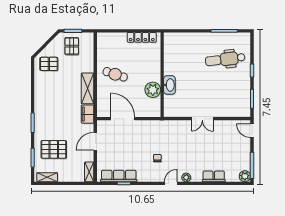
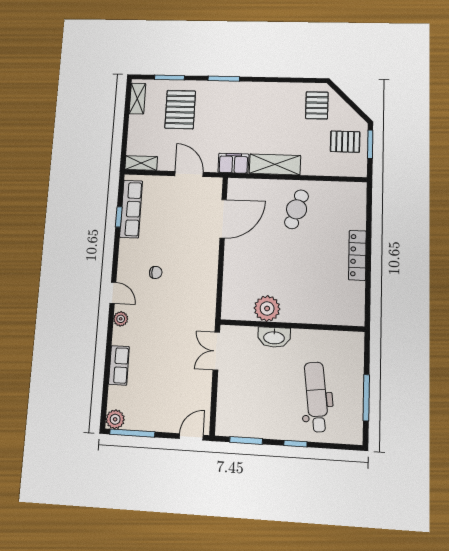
wall: (162, 75) -> (292, 326), moved
washbasin: (169, 85) -> (274, 337), moved
plant: (153, 90) -> (267, 308), moved

